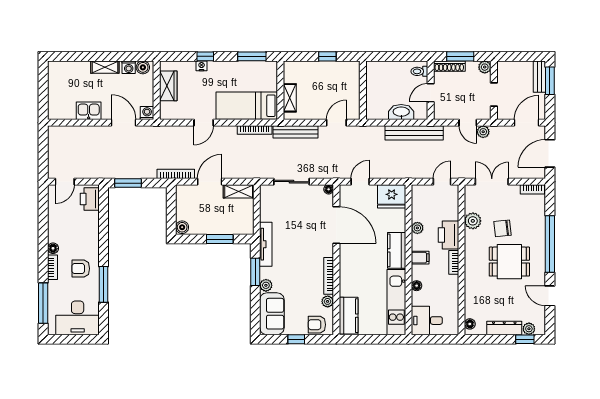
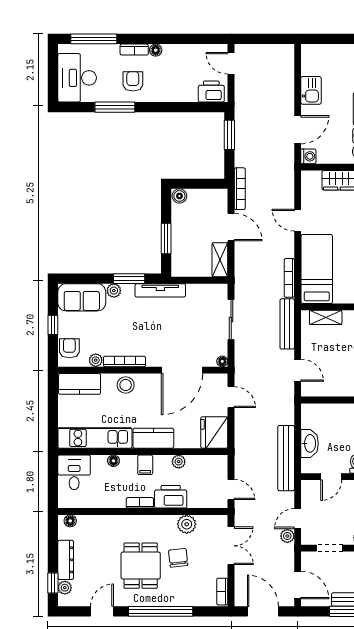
door: (431, 93) -> (331, 477), swing flipped
stool: (349, 275) -> (126, 385), added

